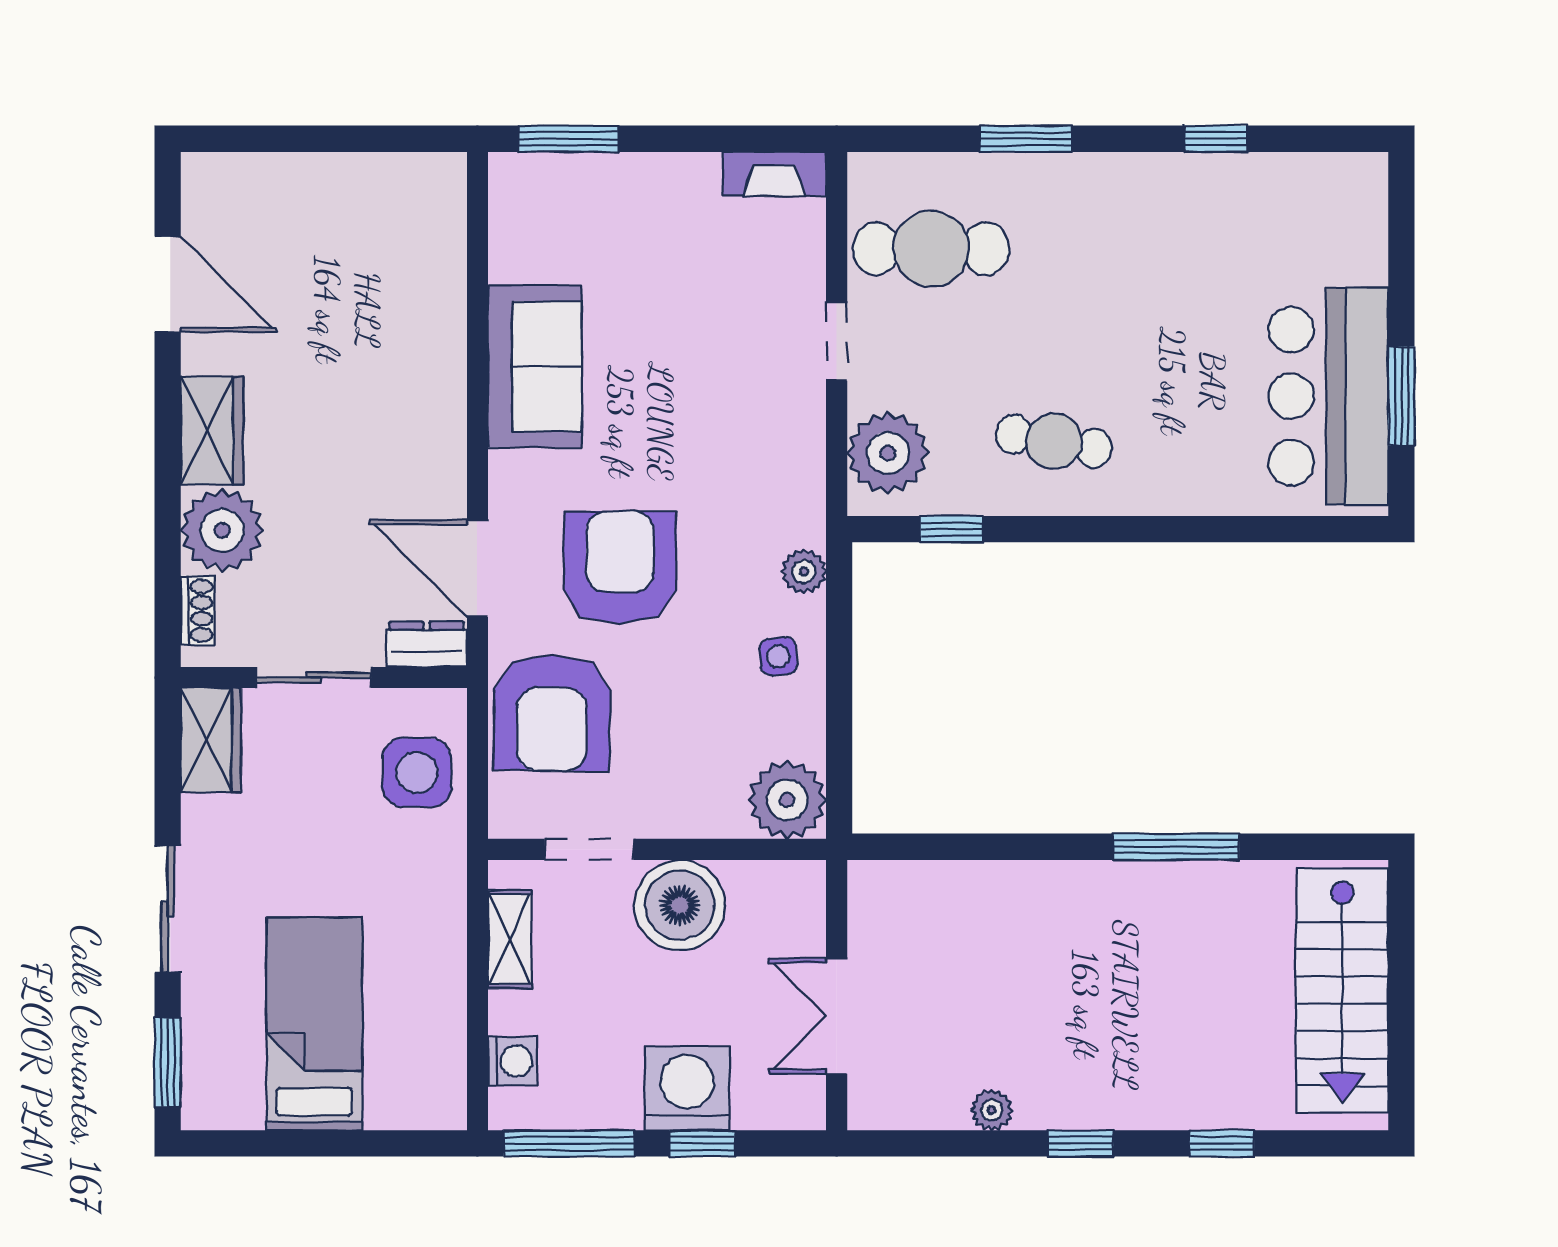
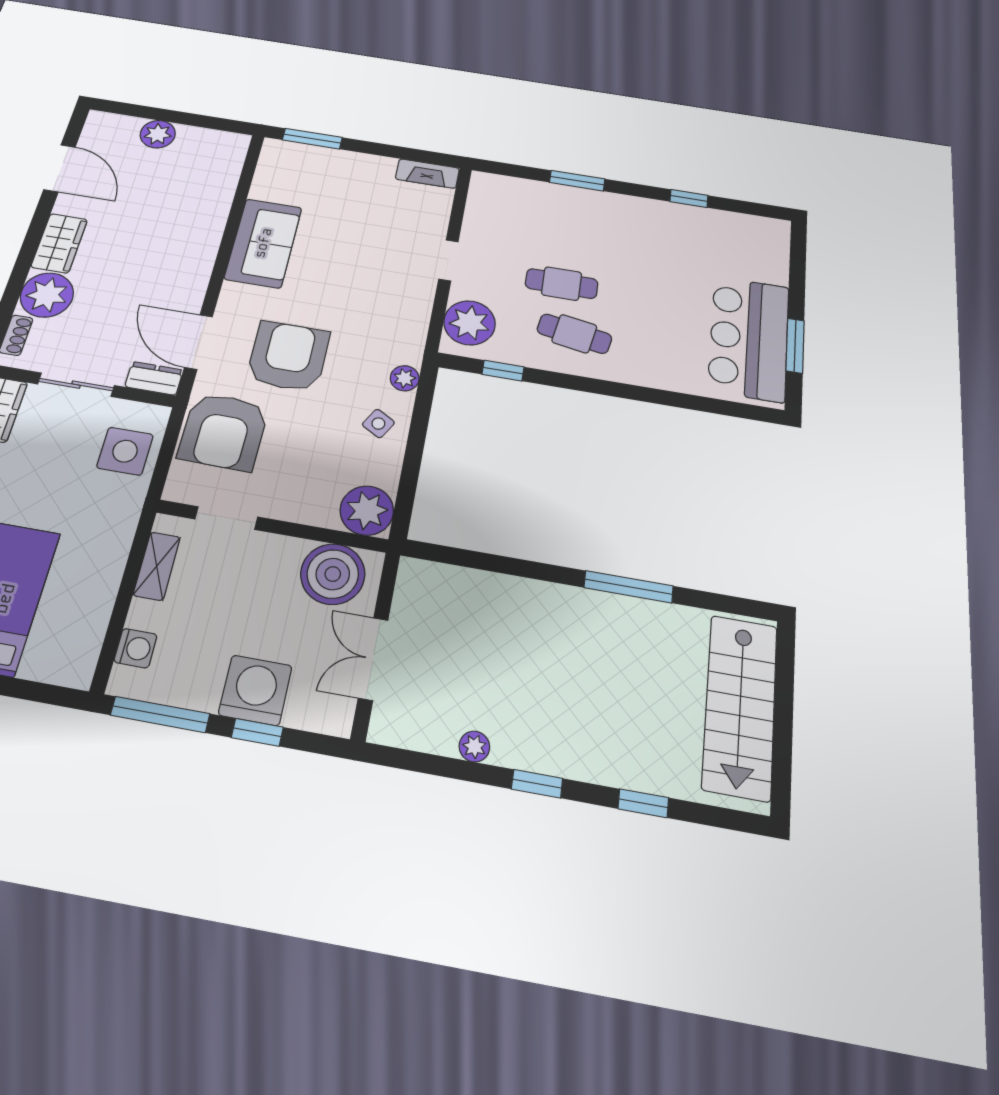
plant: (309, 181) -> (158, 134), added
cafe table: (931, 249) -> (562, 284), moved, width x0.73, depth x0.74
side table: (778, 656) -> (378, 424), turned 36
boiler: (680, 905) -> (333, 574), moved

